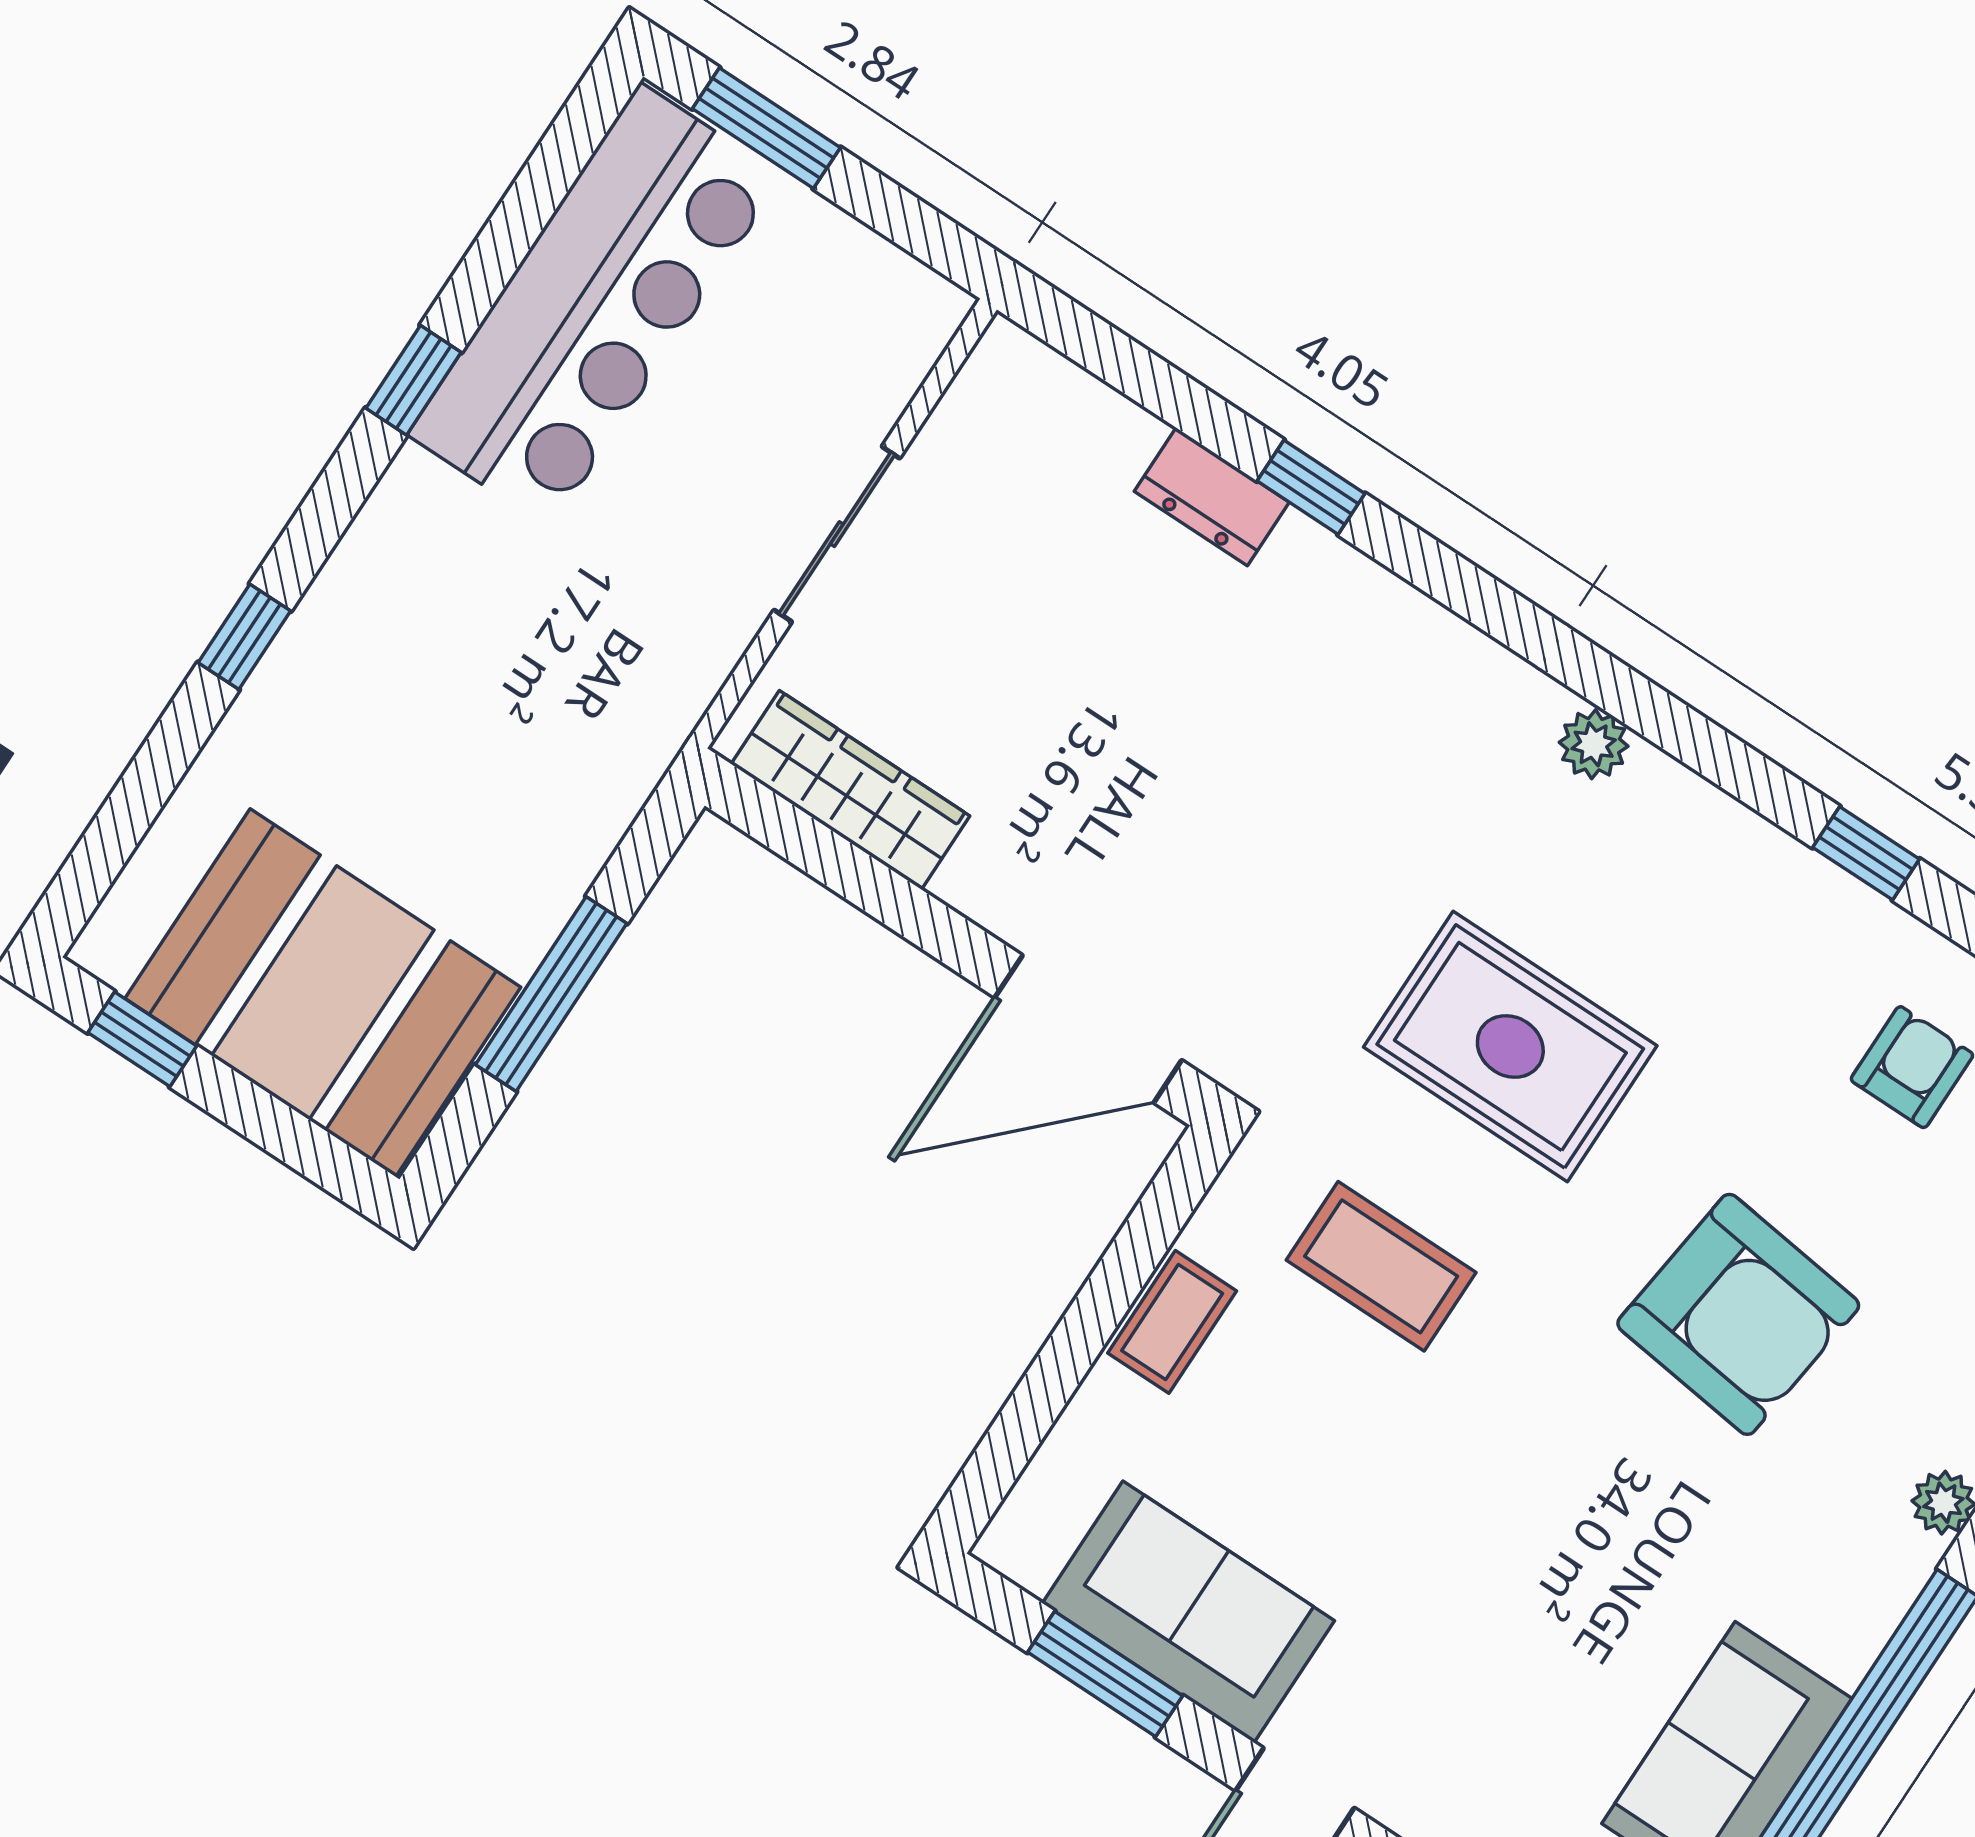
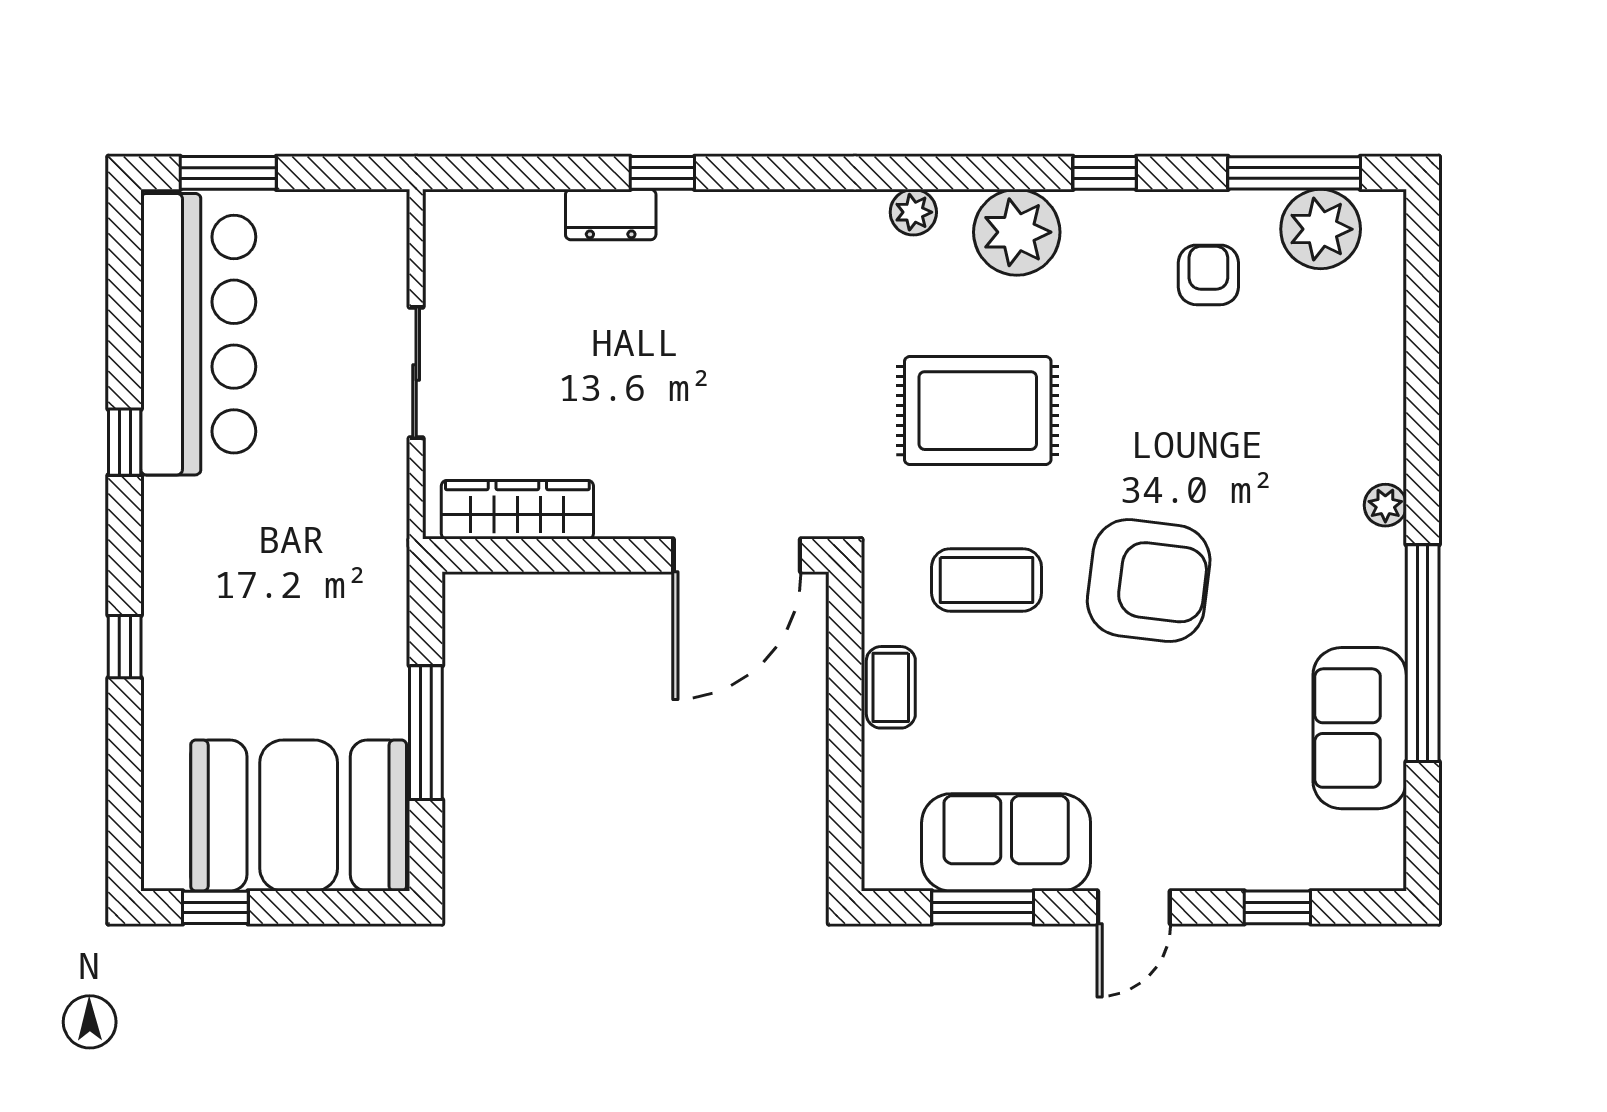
plant: (1707, 855) -> (1017, 232), added
armchair: (1738, 1314) -> (1149, 581), moved

